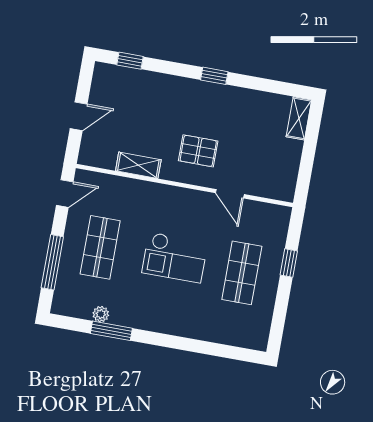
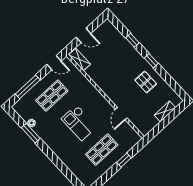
window: (130, 61) -> (132, 40), moved
shelving: (299, 118) -> (165, 111), moved
pallet: (198, 151) -> (146, 82), moved
shelving: (138, 165) -> (80, 60), moved

